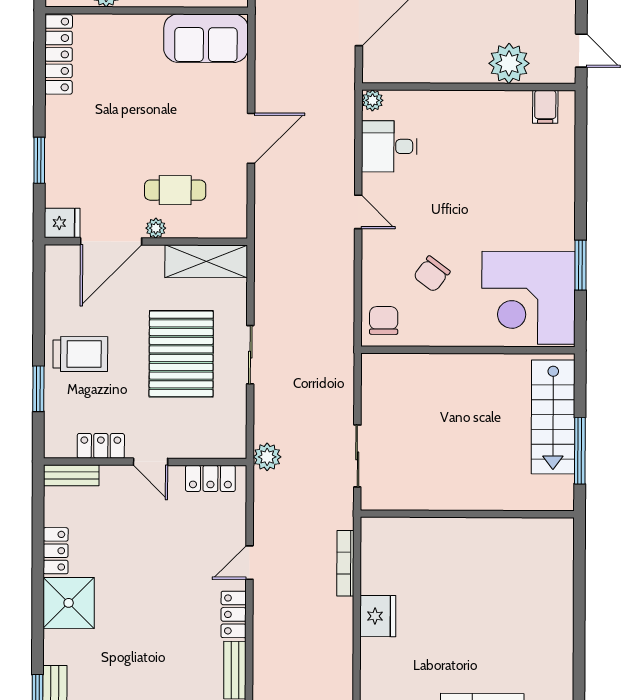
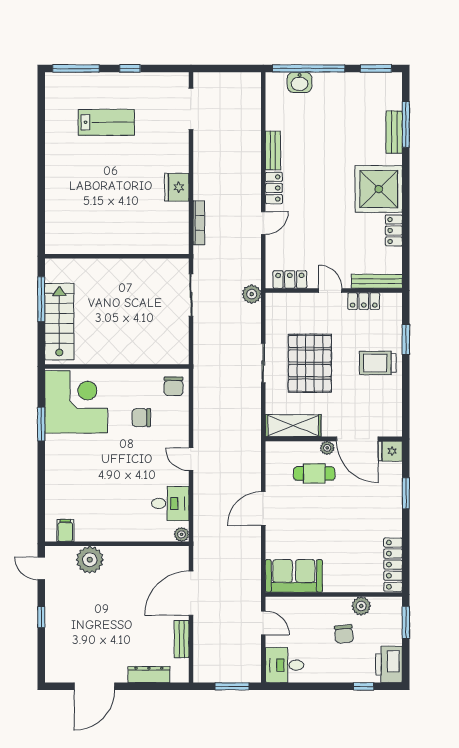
door: (111, 241) -> (357, 439), swing flipped
chair: (432, 274) -> (141, 418), turned -127
bench: (71, 475) -> (377, 281), width x1.36
shower: (69, 603) -> (379, 189), width x1.37, depth x1.37

